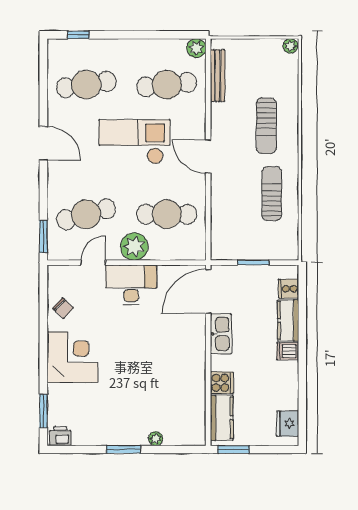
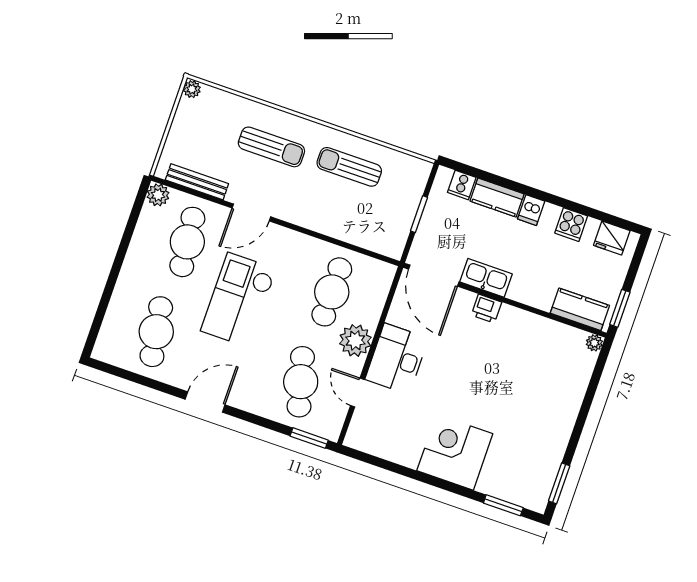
window: (78, 35) -> (98, 321), removed
door: (208, 156) -> (251, 212), moved
chair: (63, 308) -> (396, 444), removed
cooker: (222, 383) -> (571, 225), moved, turned 180
printer: (60, 436) -> (486, 309), moved, turned -90
plant: (156, 439) -> (594, 343), moved
window: (124, 450) -> (559, 483), moved

